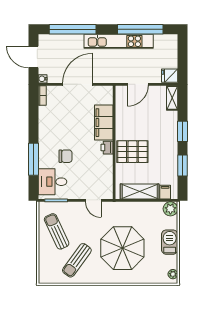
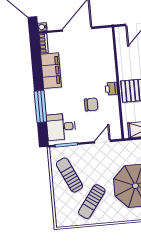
filing cabinet: (104, 123) -> (51, 71), moved, turned 180
chair: (66, 156) -> (91, 104), moved
door: (93, 200) -> (103, 142), swing flipped

